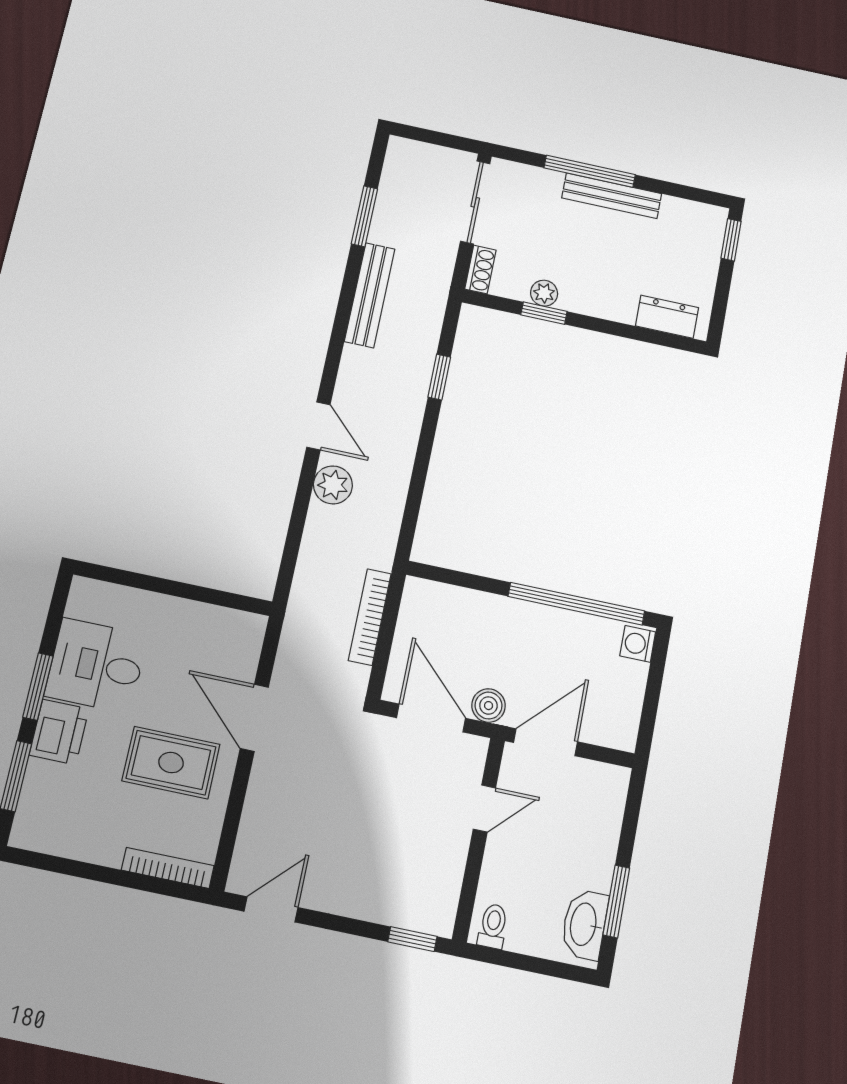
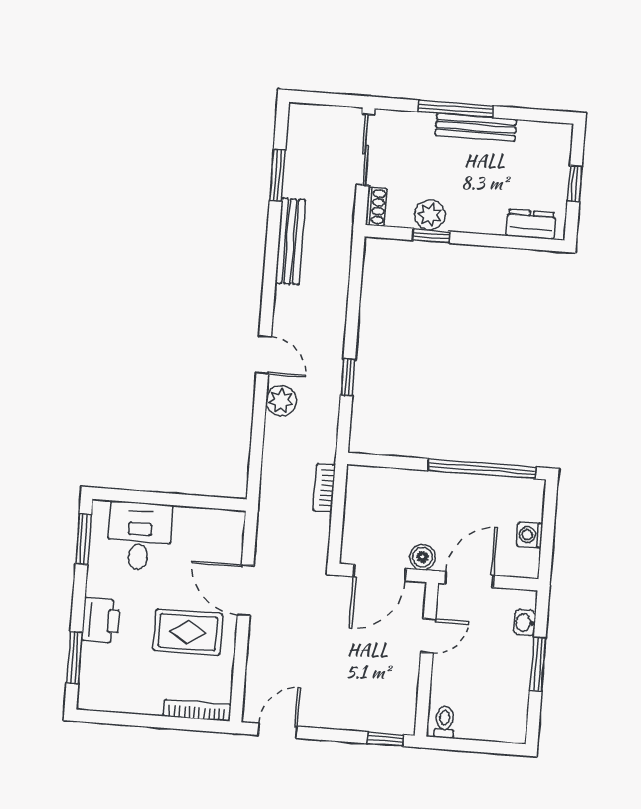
window: (731, 240) -> (575, 184), moved
plant: (544, 293) -> (430, 215), width x1.38, depth x1.38
window: (439, 377) -> (348, 377), moved
bookcase: (370, 617) -> (324, 488), width x0.64
washing machine: (638, 644) -> (530, 535), moved
desk: (96, 666) -> (139, 536), moved, turned 90
window: (38, 687) -> (83, 539), moved
door: (431, 718) -> (380, 573), swing flipped
window: (616, 901) -> (538, 664), moved
washbasin: (584, 924) -> (525, 623), moved, width x0.52, depth x0.69

